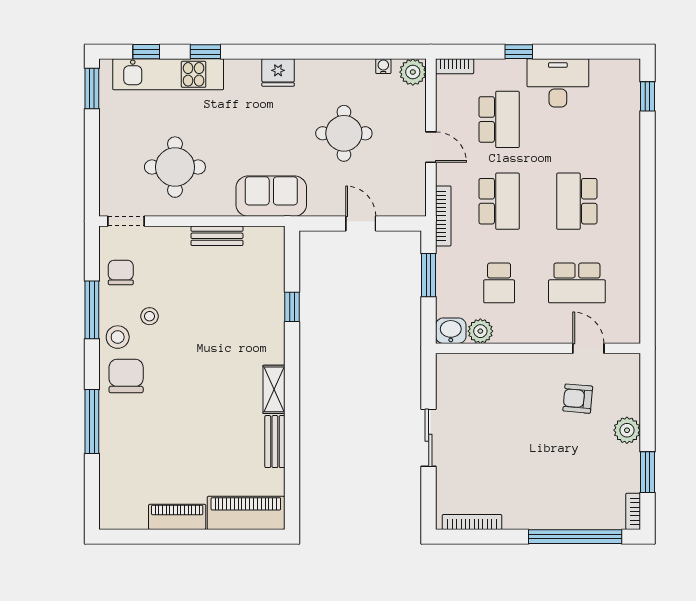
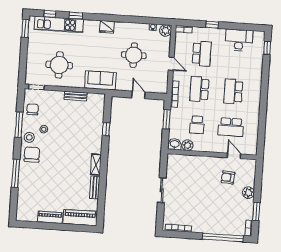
desk: (558, 83) -> (239, 40), moved
school desk: (499, 201) -> (199, 89), turned 180

